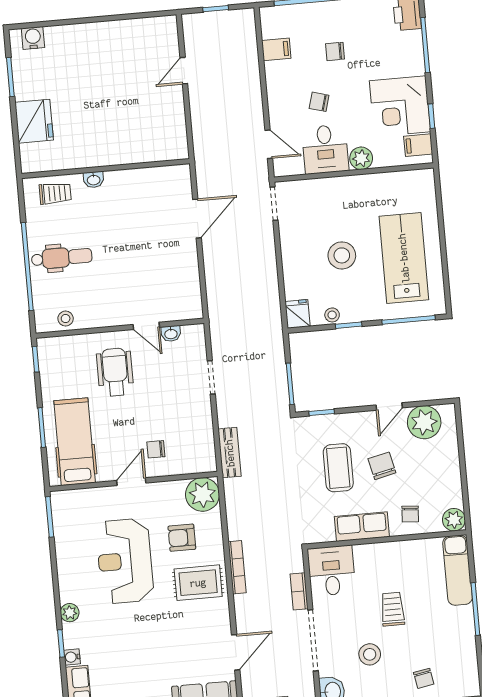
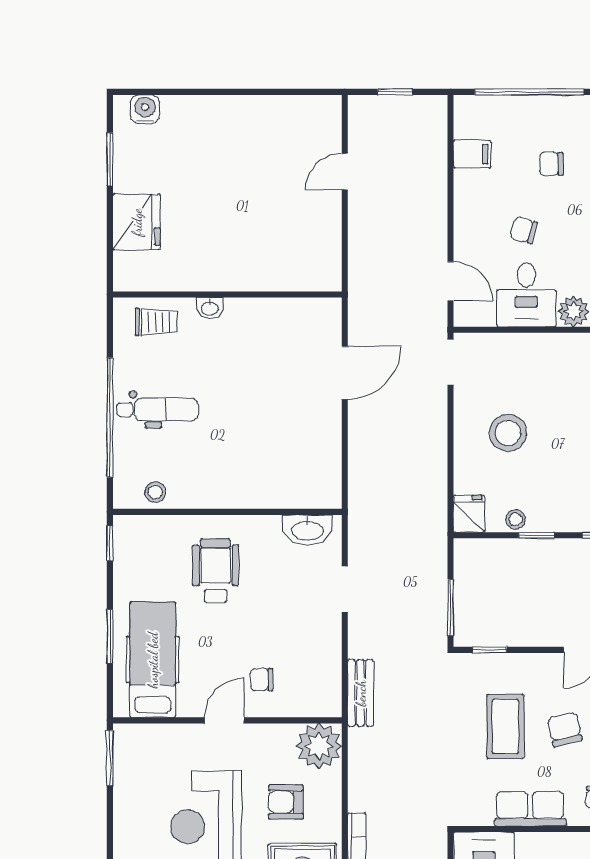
stool: (342, 255) -> (508, 433), moved
door: (146, 326) -> (263, 512), removed
washbasin: (171, 334) -> (307, 530), width x1.91, depth x1.45

